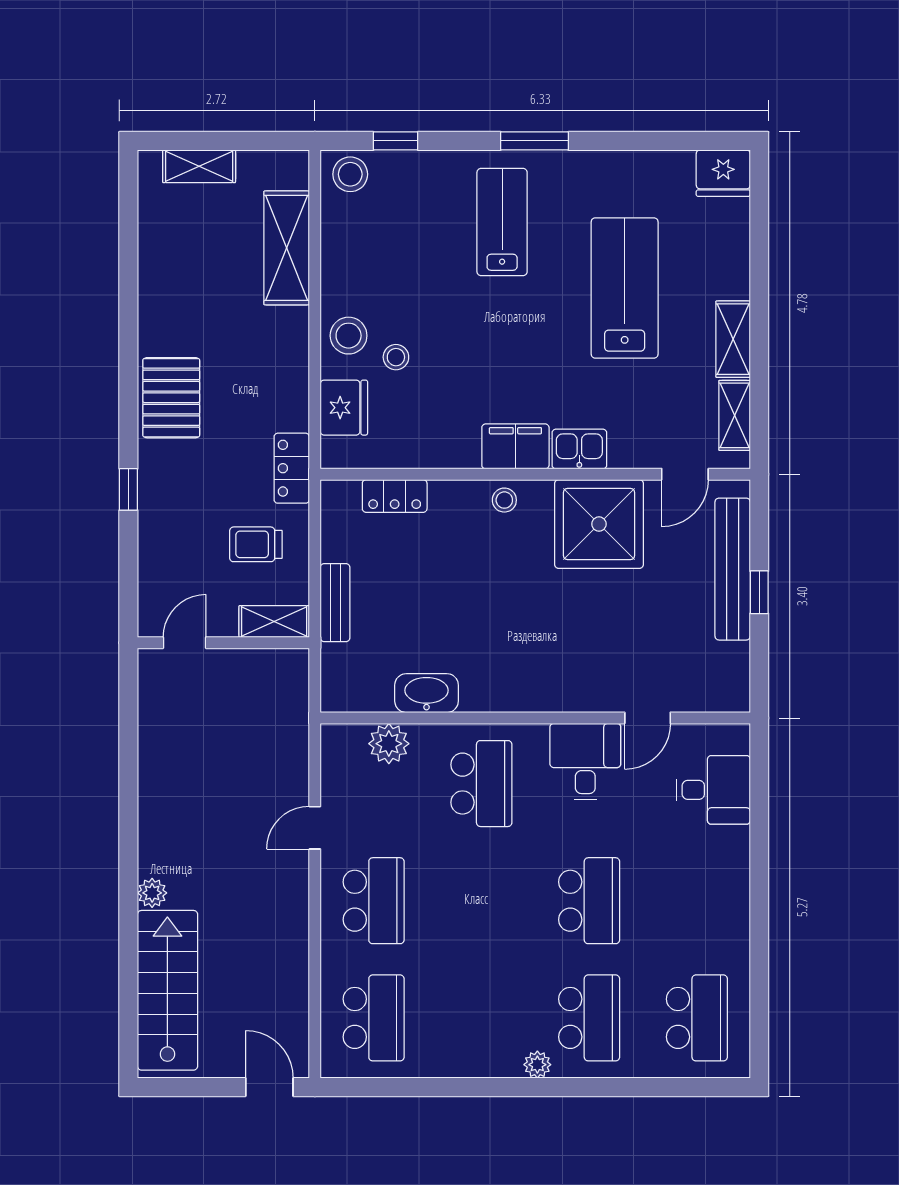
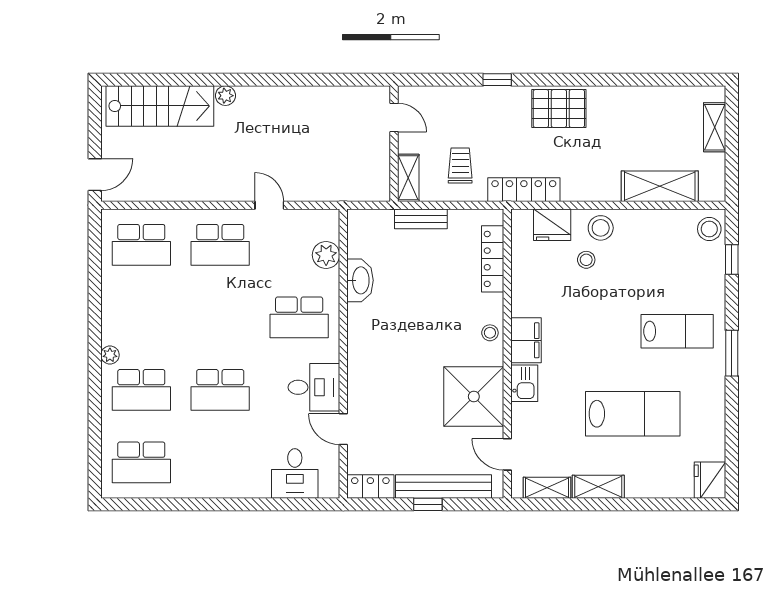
locker: (292, 468) -> (524, 190), width x1.53
locker: (395, 496) -> (493, 259), width x1.53
locker: (733, 678) -> (370, 487), added

